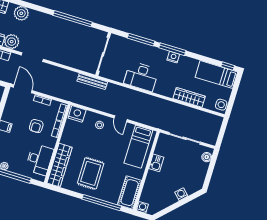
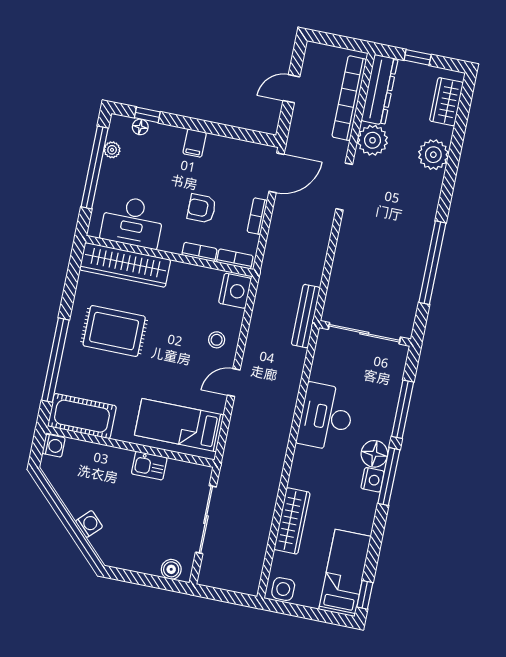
floor lamp: (161, 55) -> (374, 454), added

